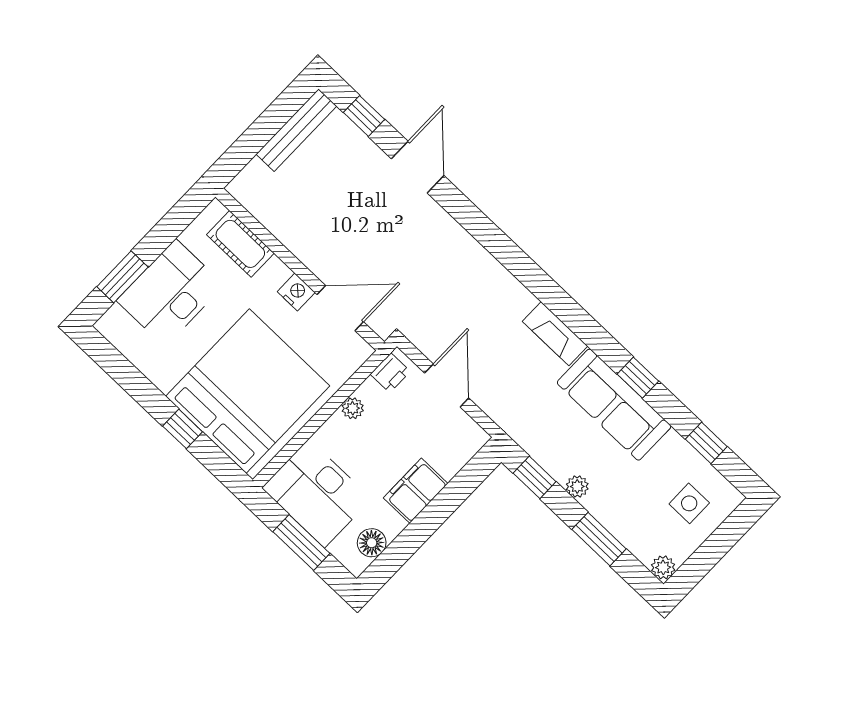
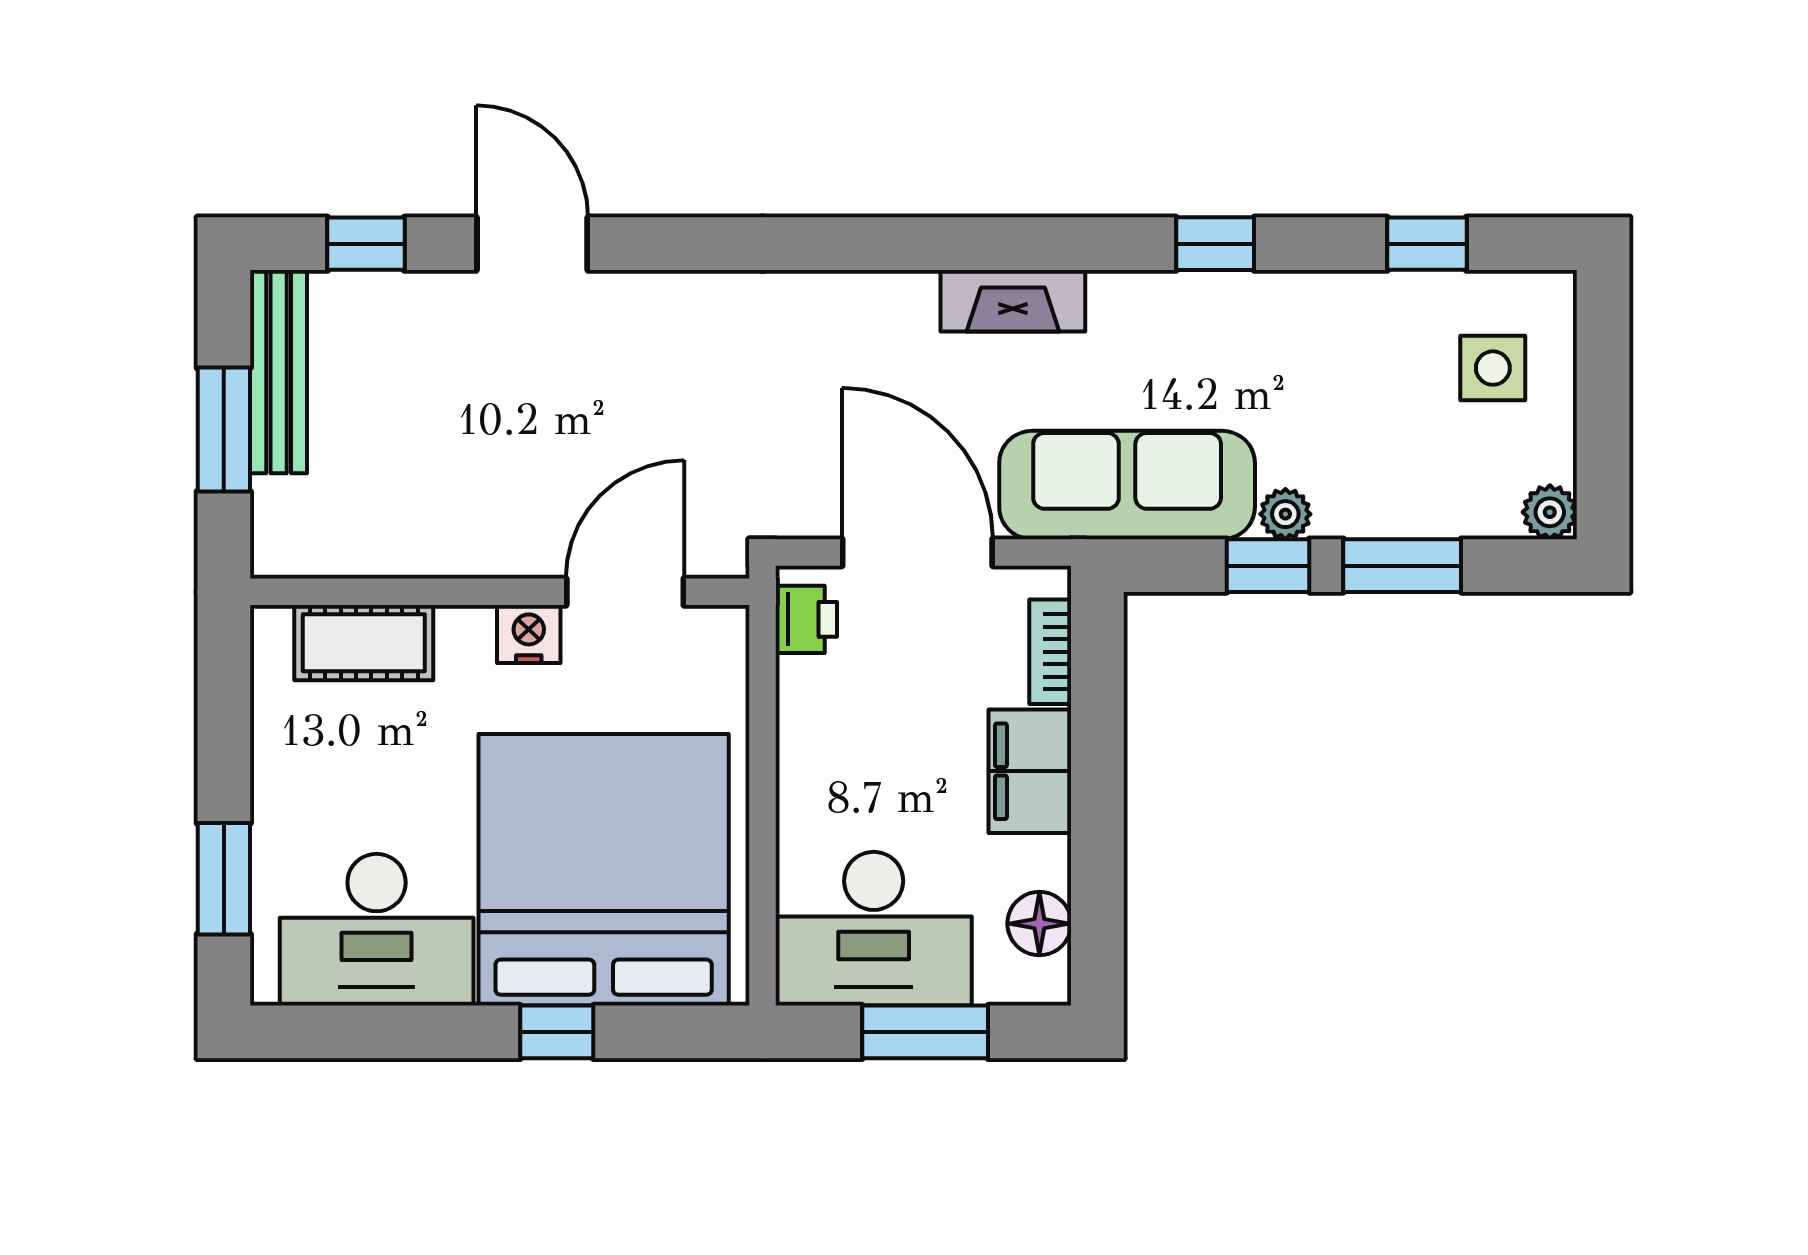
window: (261, 132) -> (224, 430), added
desk: (170, 293) -> (377, 930), moved, turned -90
door: (447, 385) -> (917, 552), width x1.36
sofa: (614, 405) -> (1127, 485), moved, turned 180
plant: (353, 408) -> (800, 735), removed
bookcase: (459, 458) -> (1050, 652), added
window: (535, 477) -> (1268, 566), moved

